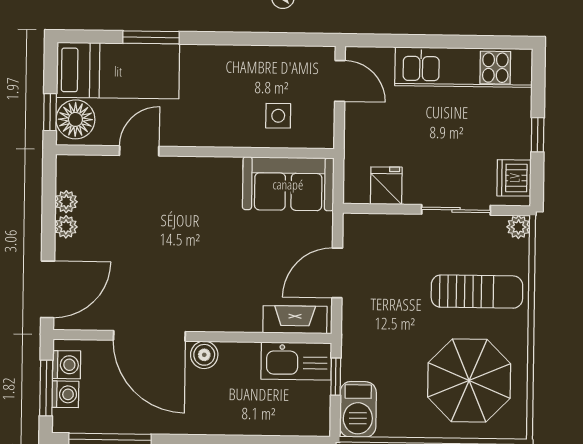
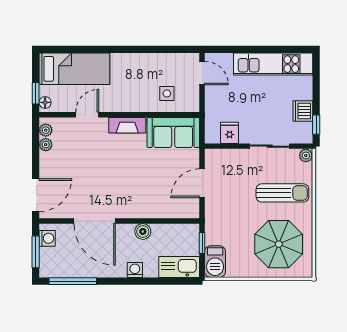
window: (151, 37) -> (93, 49), removed
floor lamp: (75, 119) -> (45, 102), width x0.53, depth x0.53
window: (538, 135) -> (316, 125), moved
dishwasher: (514, 178) -> (303, 111), moved
plant: (66, 227) -> (46, 130), moved
fireplace: (295, 320) -> (127, 125), moved, turned 180
boiler: (204, 355) -> (143, 231), moved
kitchen sink: (296, 361) -> (179, 267), moved, turned 180
washing machine: (65, 394) -> (135, 270), moved, turned -90

